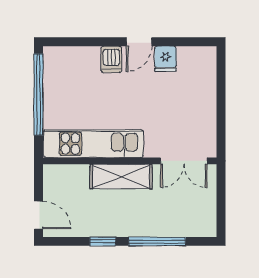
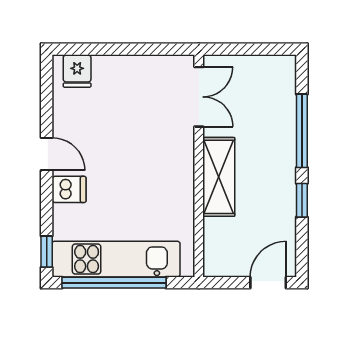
window: (63, 42) -> (47, 252), added
fridge: (165, 59) -> (77, 71), moved, turned 90
kitchen unit: (93, 144) -> (116, 259), moved, turned 90

